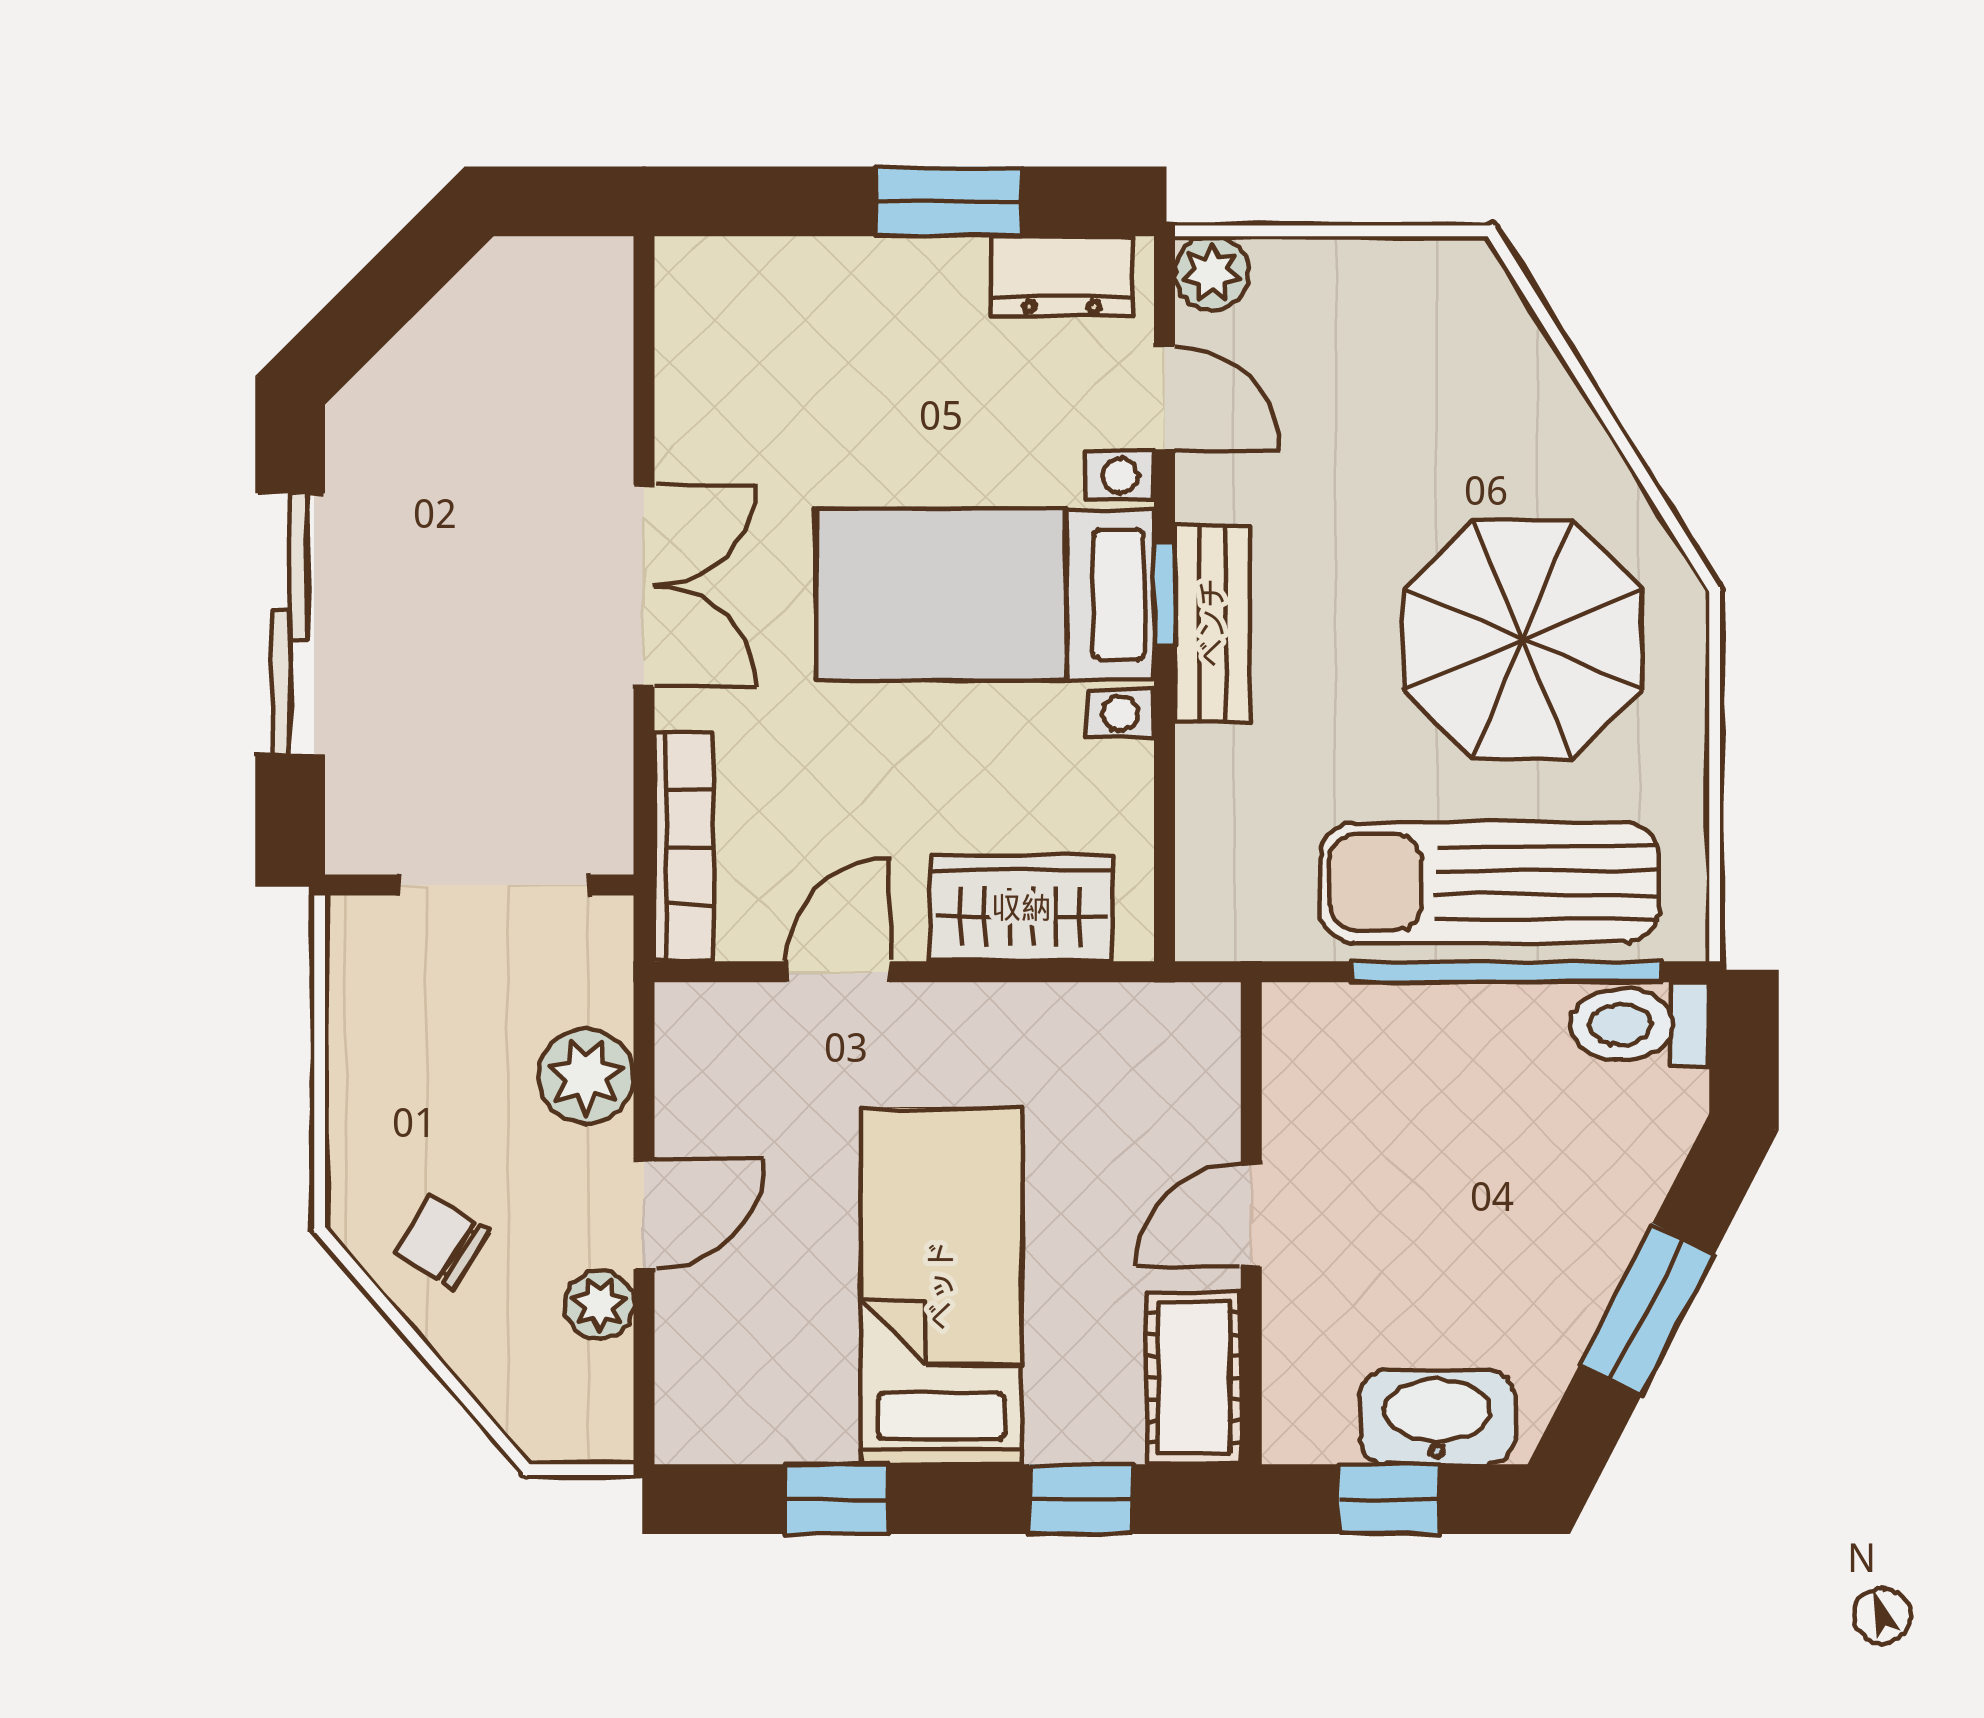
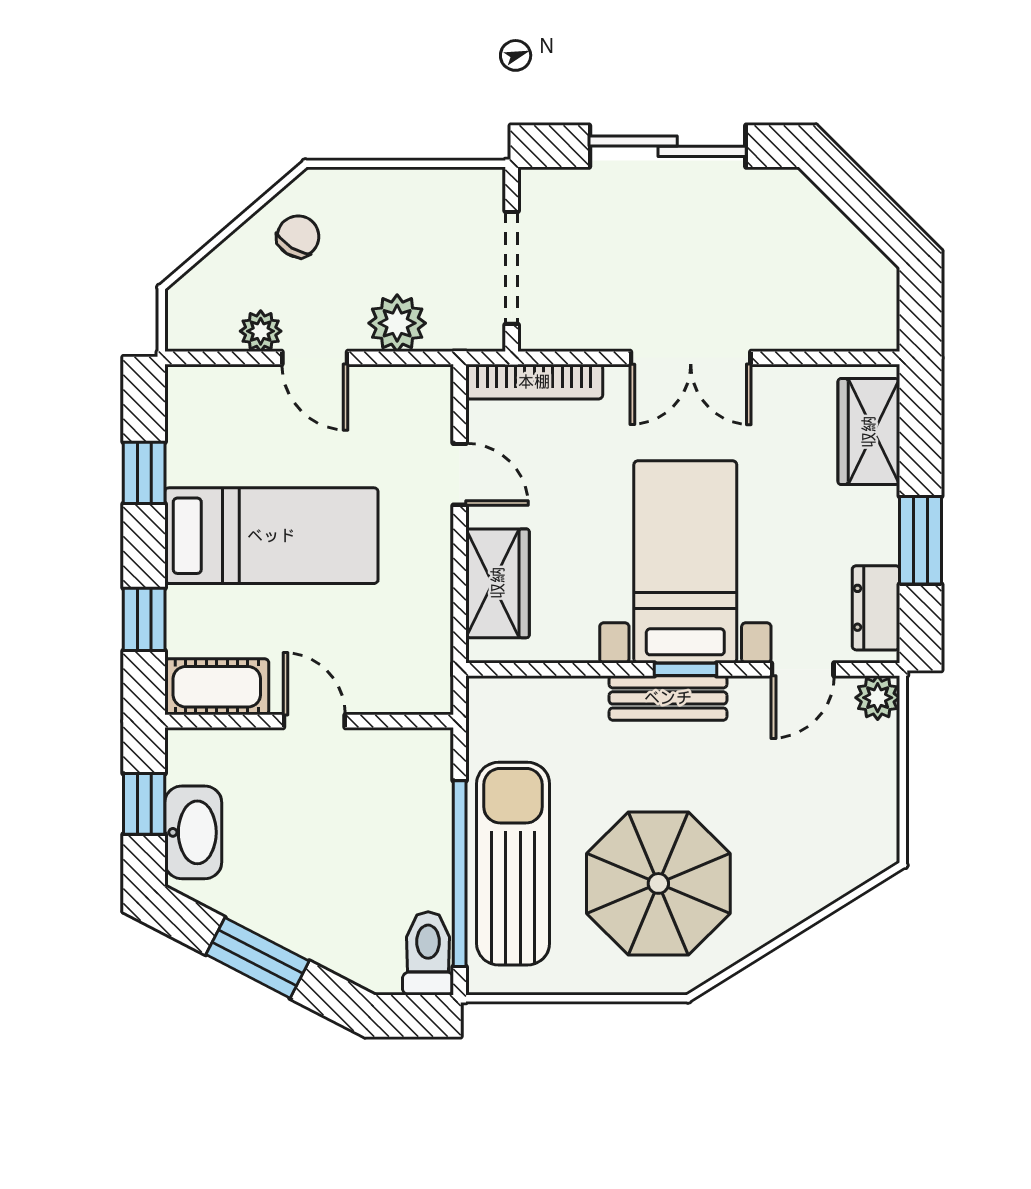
wardrobe: (767, 288) -> (869, 432), added

